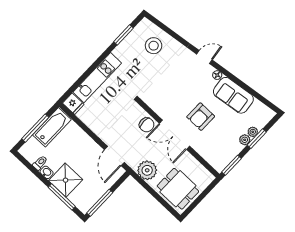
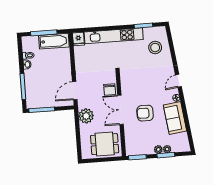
door: (204, 57) -> (178, 81), swing flipped
kitchen unit: (97, 78) -> (114, 36), width x1.36
shower: (66, 180) -> (34, 79), removed
dining table: (178, 189) -> (105, 144), moved, turned 90

